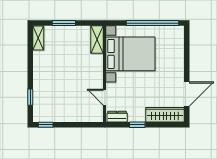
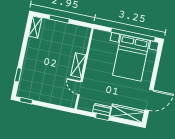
shelving: (97, 39) -> (78, 65), moved
bed with nightstands: (130, 54) -> (131, 58), moved, turned 90
dresser: (117, 117) -> (102, 110), moved

